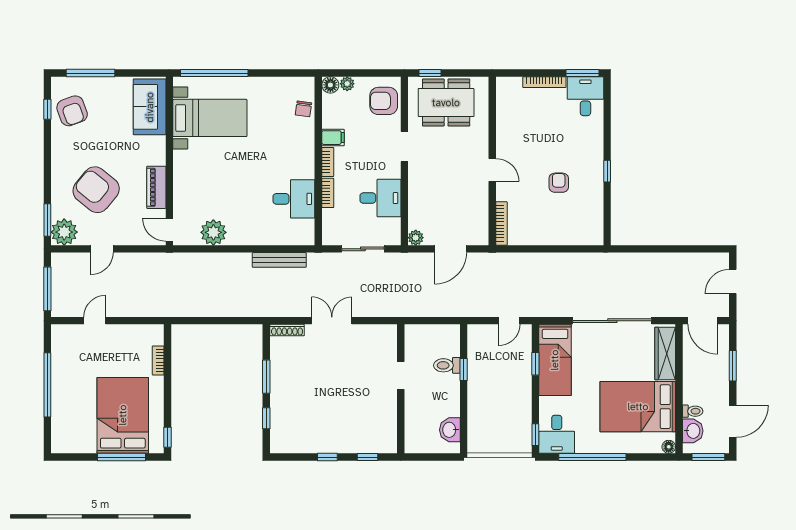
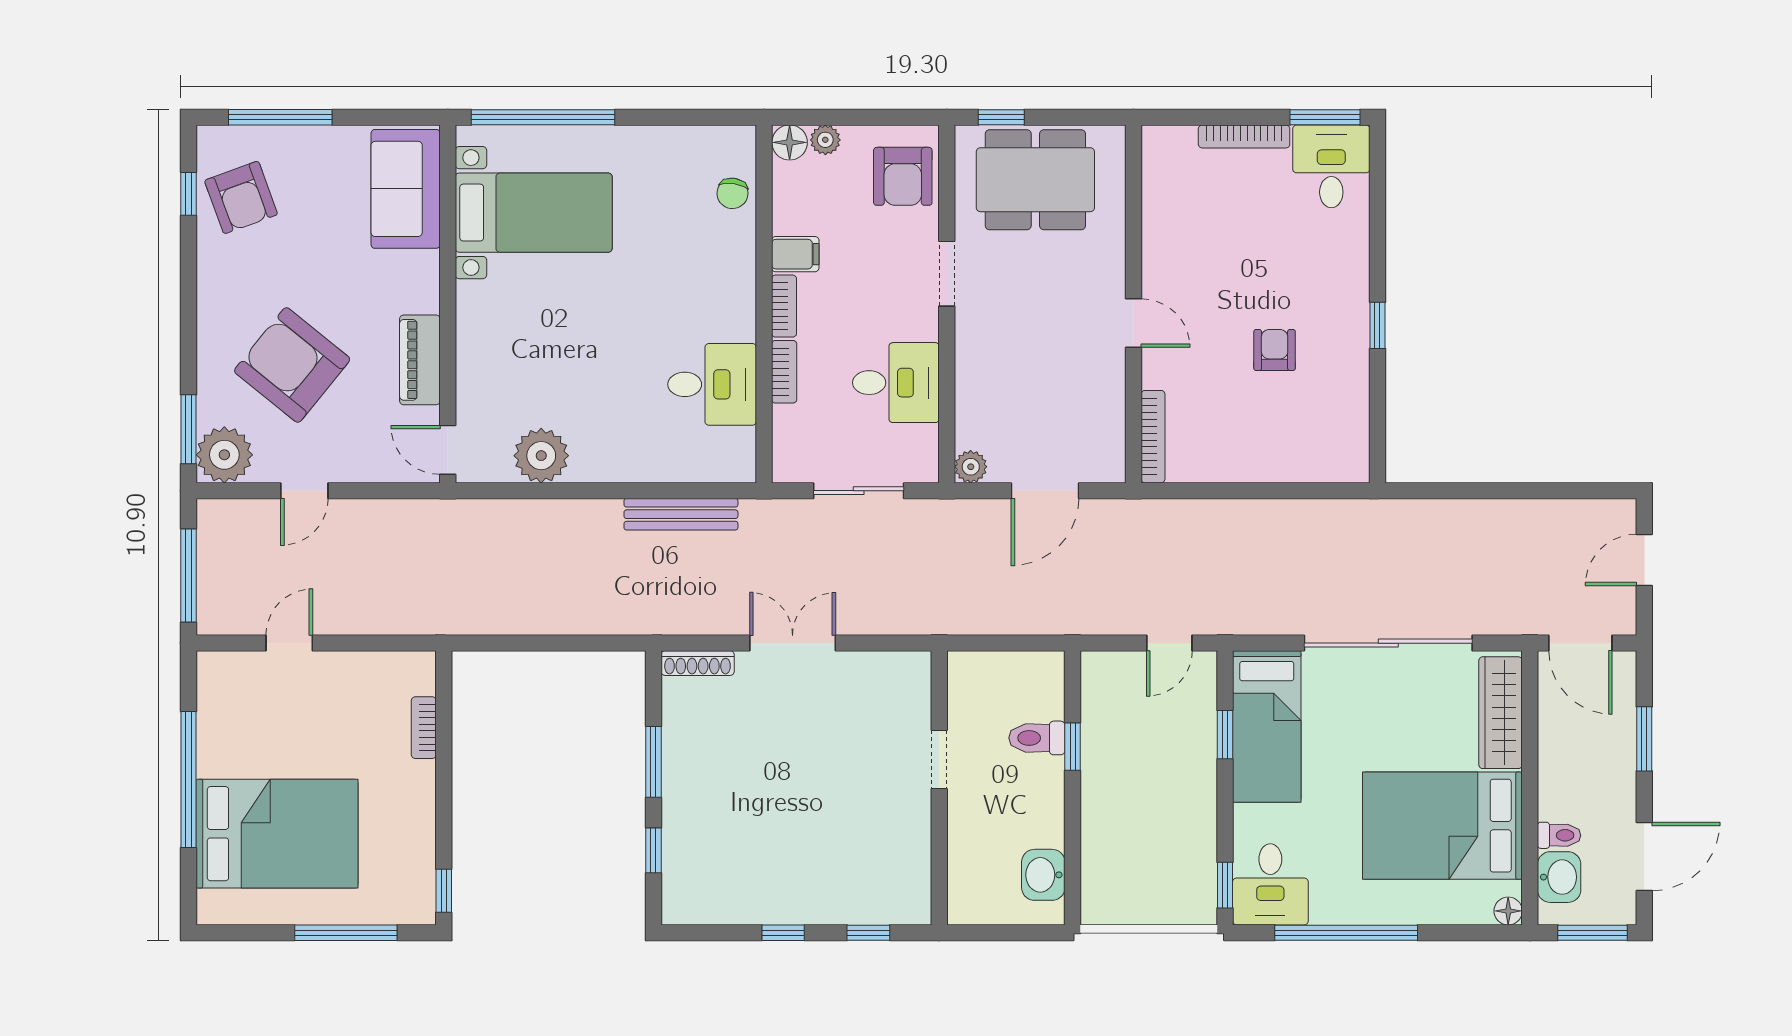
armchair: (384, 101) -> (903, 176), turned -90
bed: (123, 415) -> (277, 834), moved, turned 90

